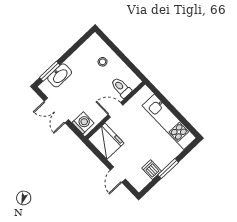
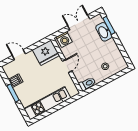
toilet: (121, 88) -> (87, 84), moved

